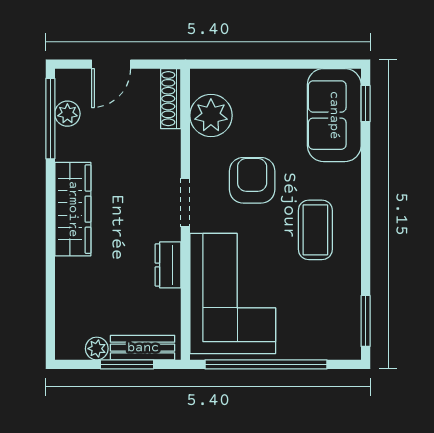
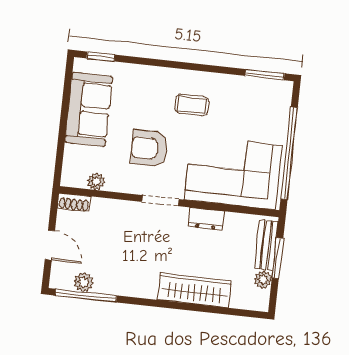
shoe rack: (171, 99) -> (74, 202), width x0.70
plant: (211, 115) -> (96, 181), width x0.53, depth x0.53
sofa: (334, 115) -> (89, 109), moved, turned -90
wardrobe: (73, 209) -> (195, 290), moved
coffee table: (315, 230) -> (192, 105), width x0.73, depth x0.77

